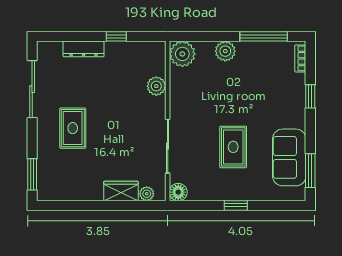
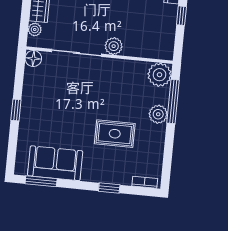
window: (264, 36) -> (173, 101), moved
plant: (156, 86) -> (114, 46), moved
rug: (233, 147) -> (115, 134), moved

